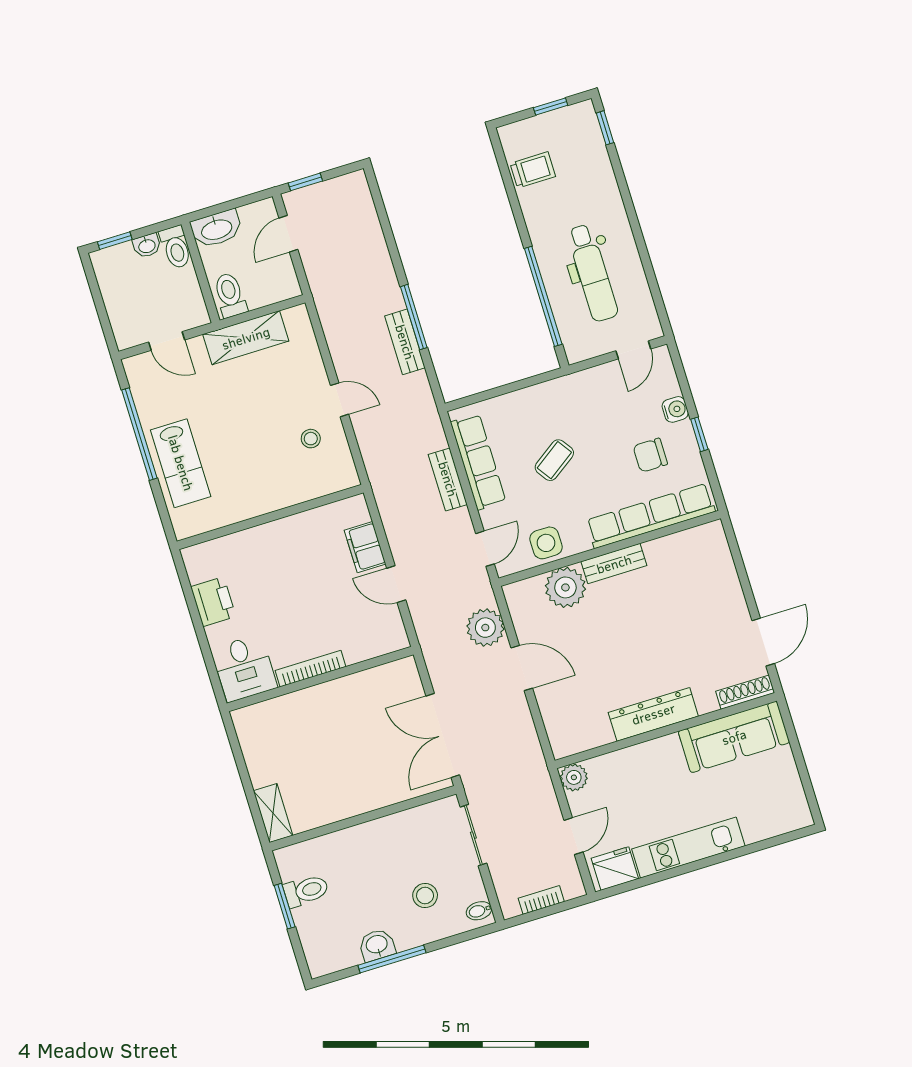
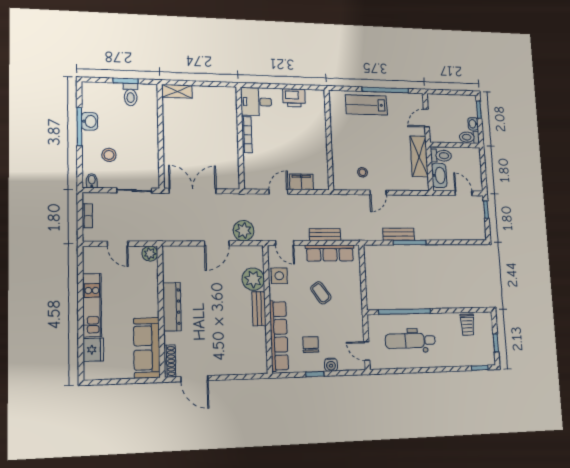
washbasin: (216, 229) -> (439, 175), moved, turned 180
fridge: (615, 869) -> (93, 350), moved

